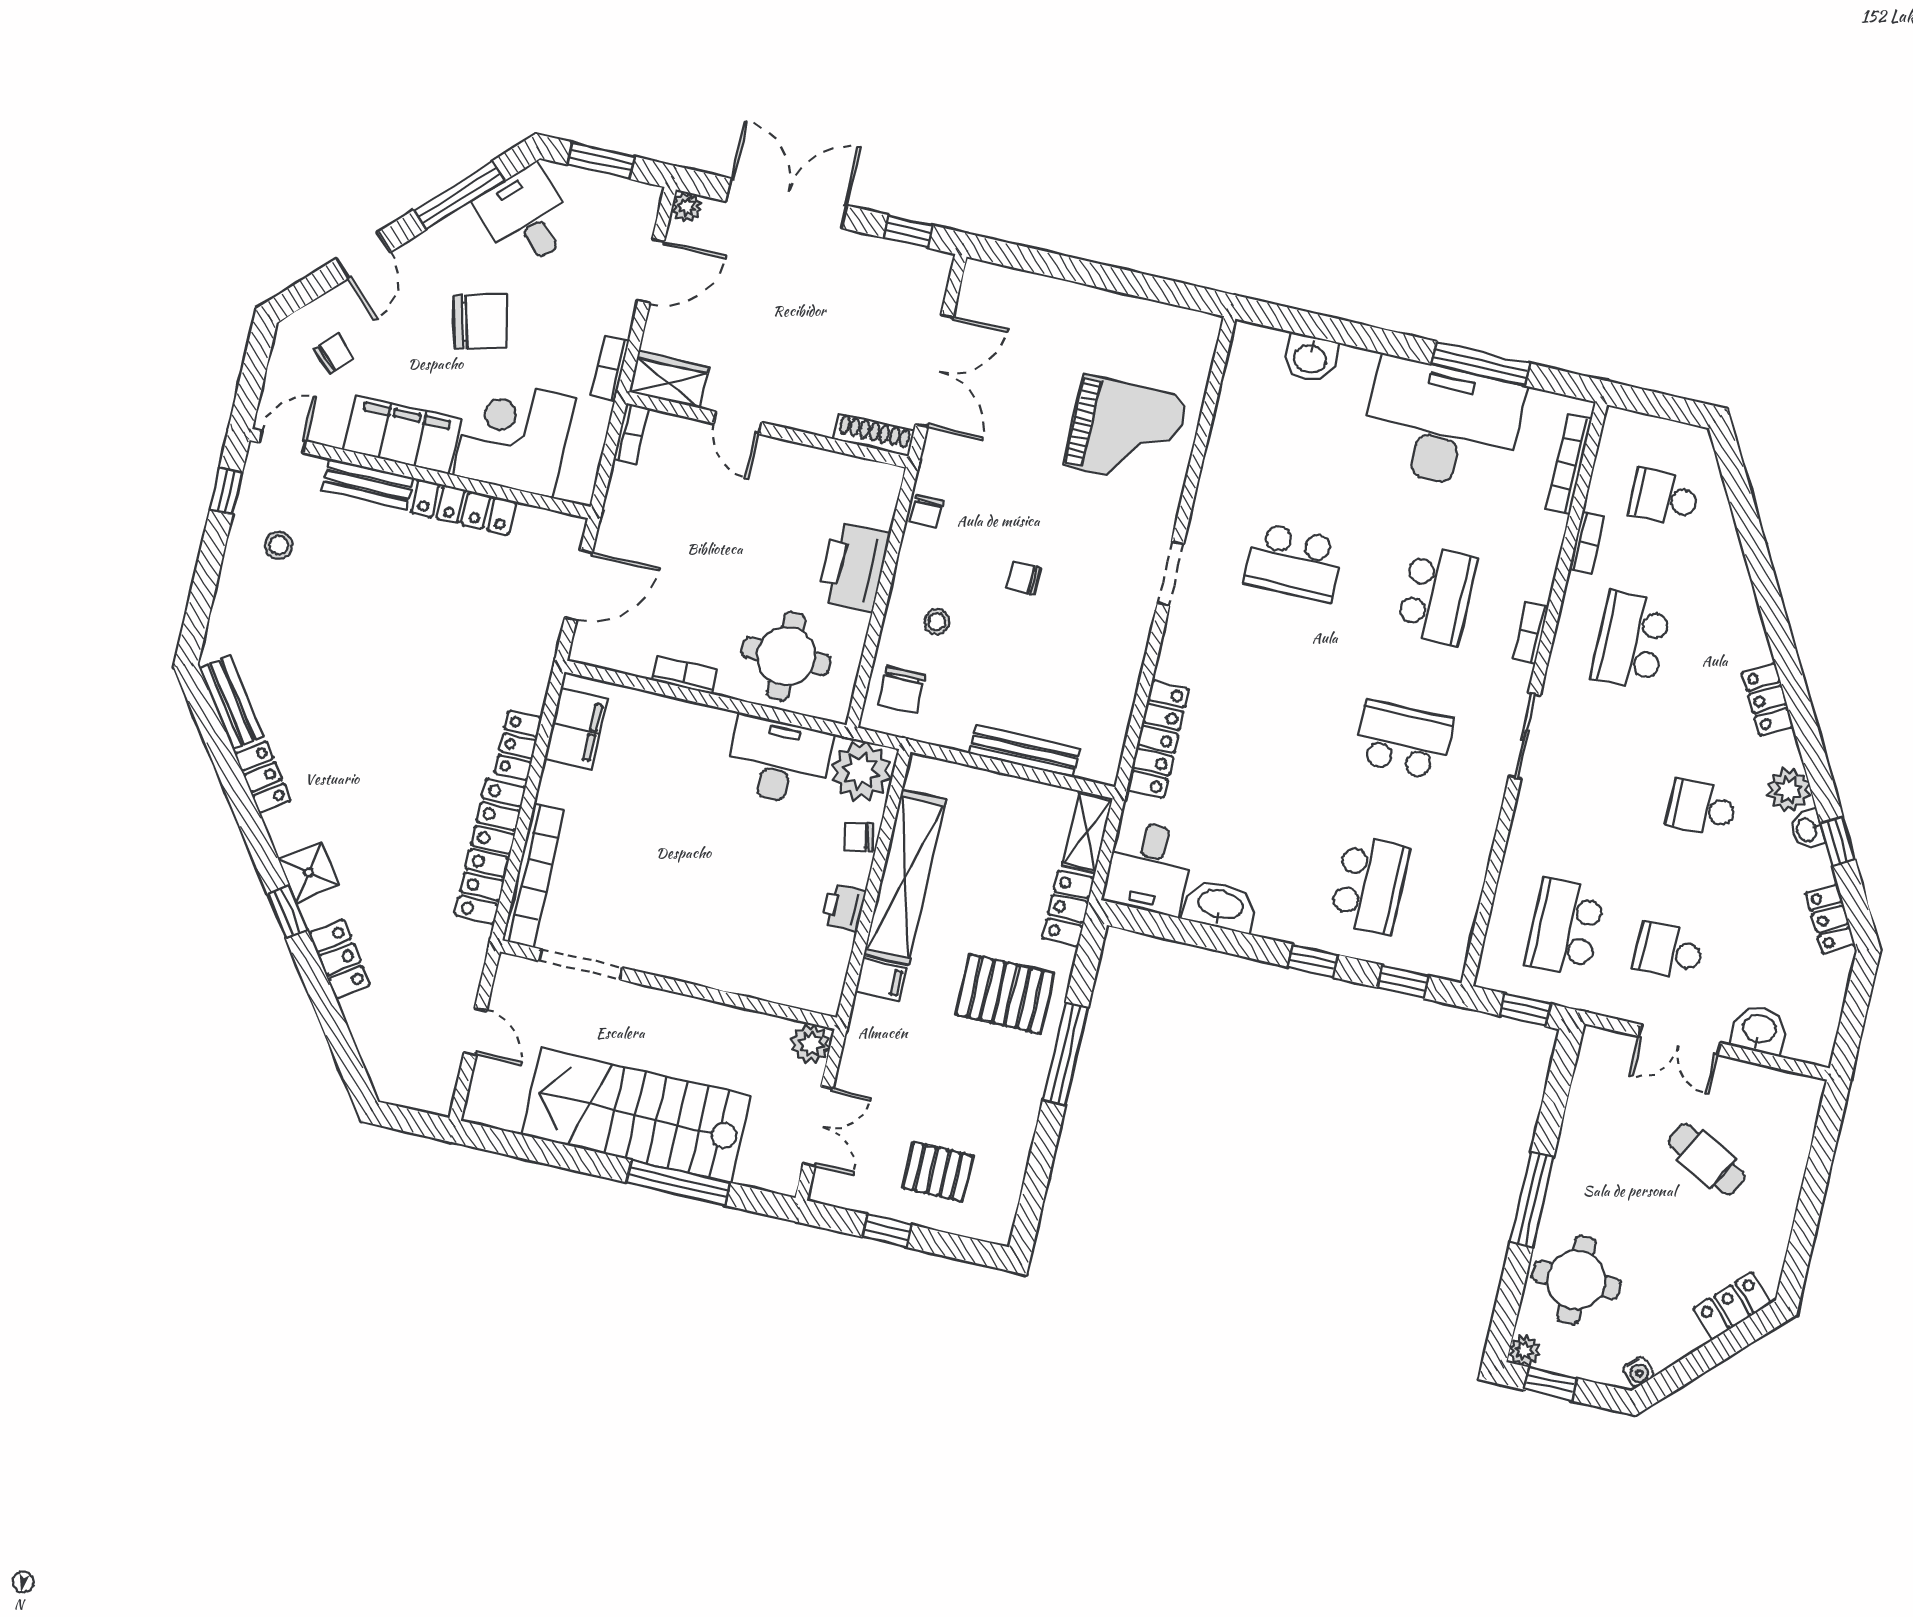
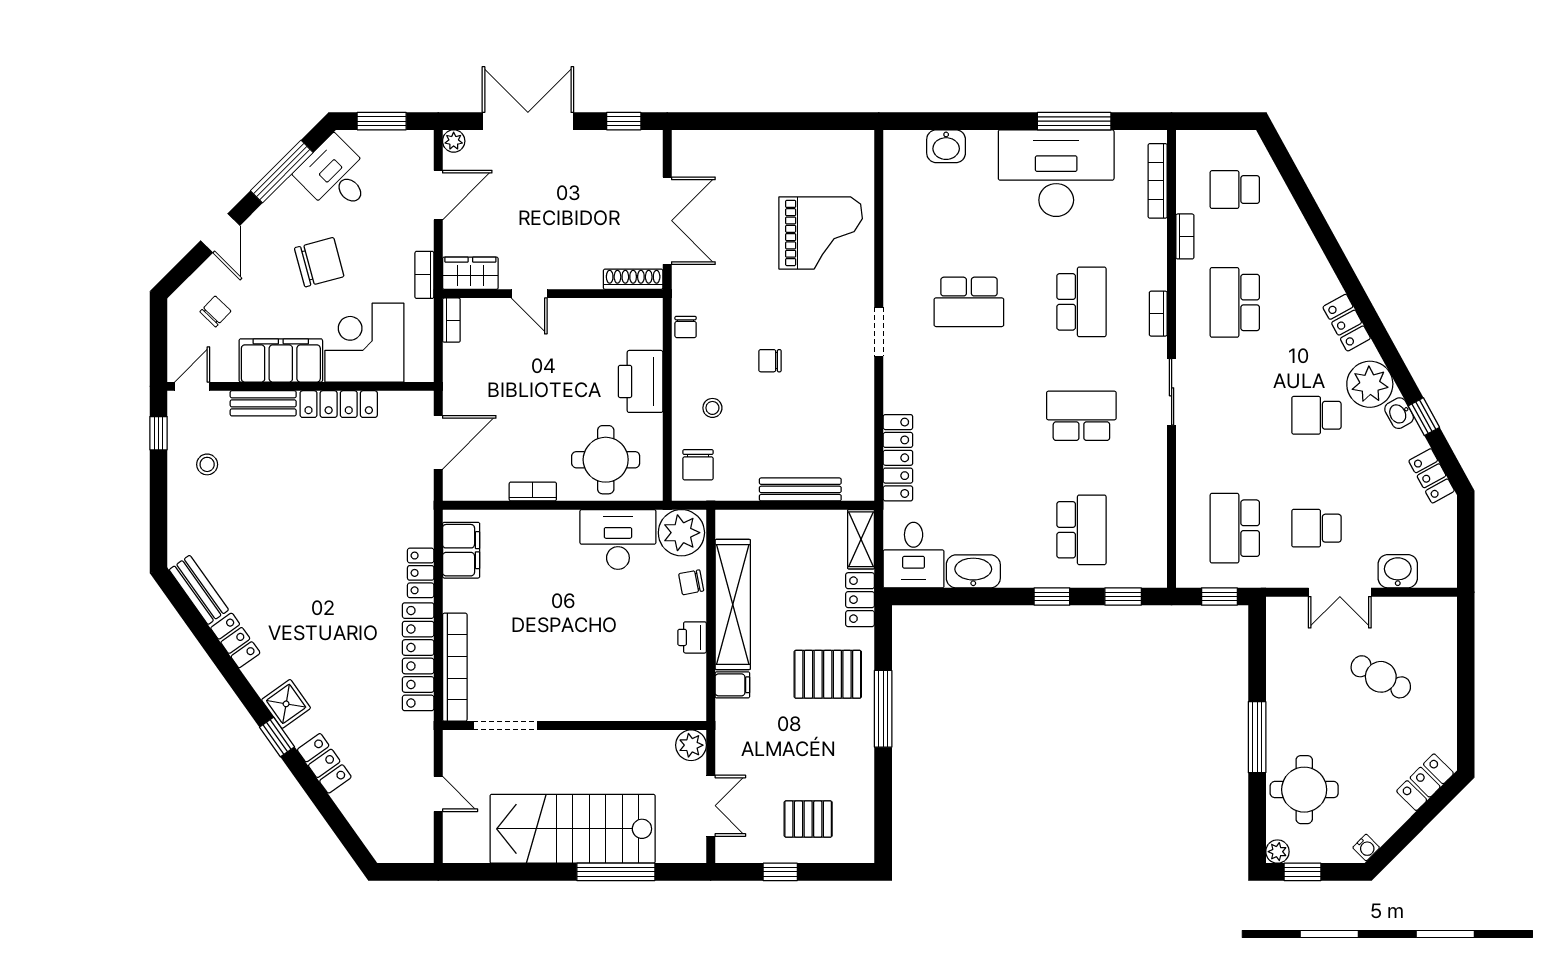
plant: (1789, 790) -> (1370, 384), width x1.36, depth x1.36

